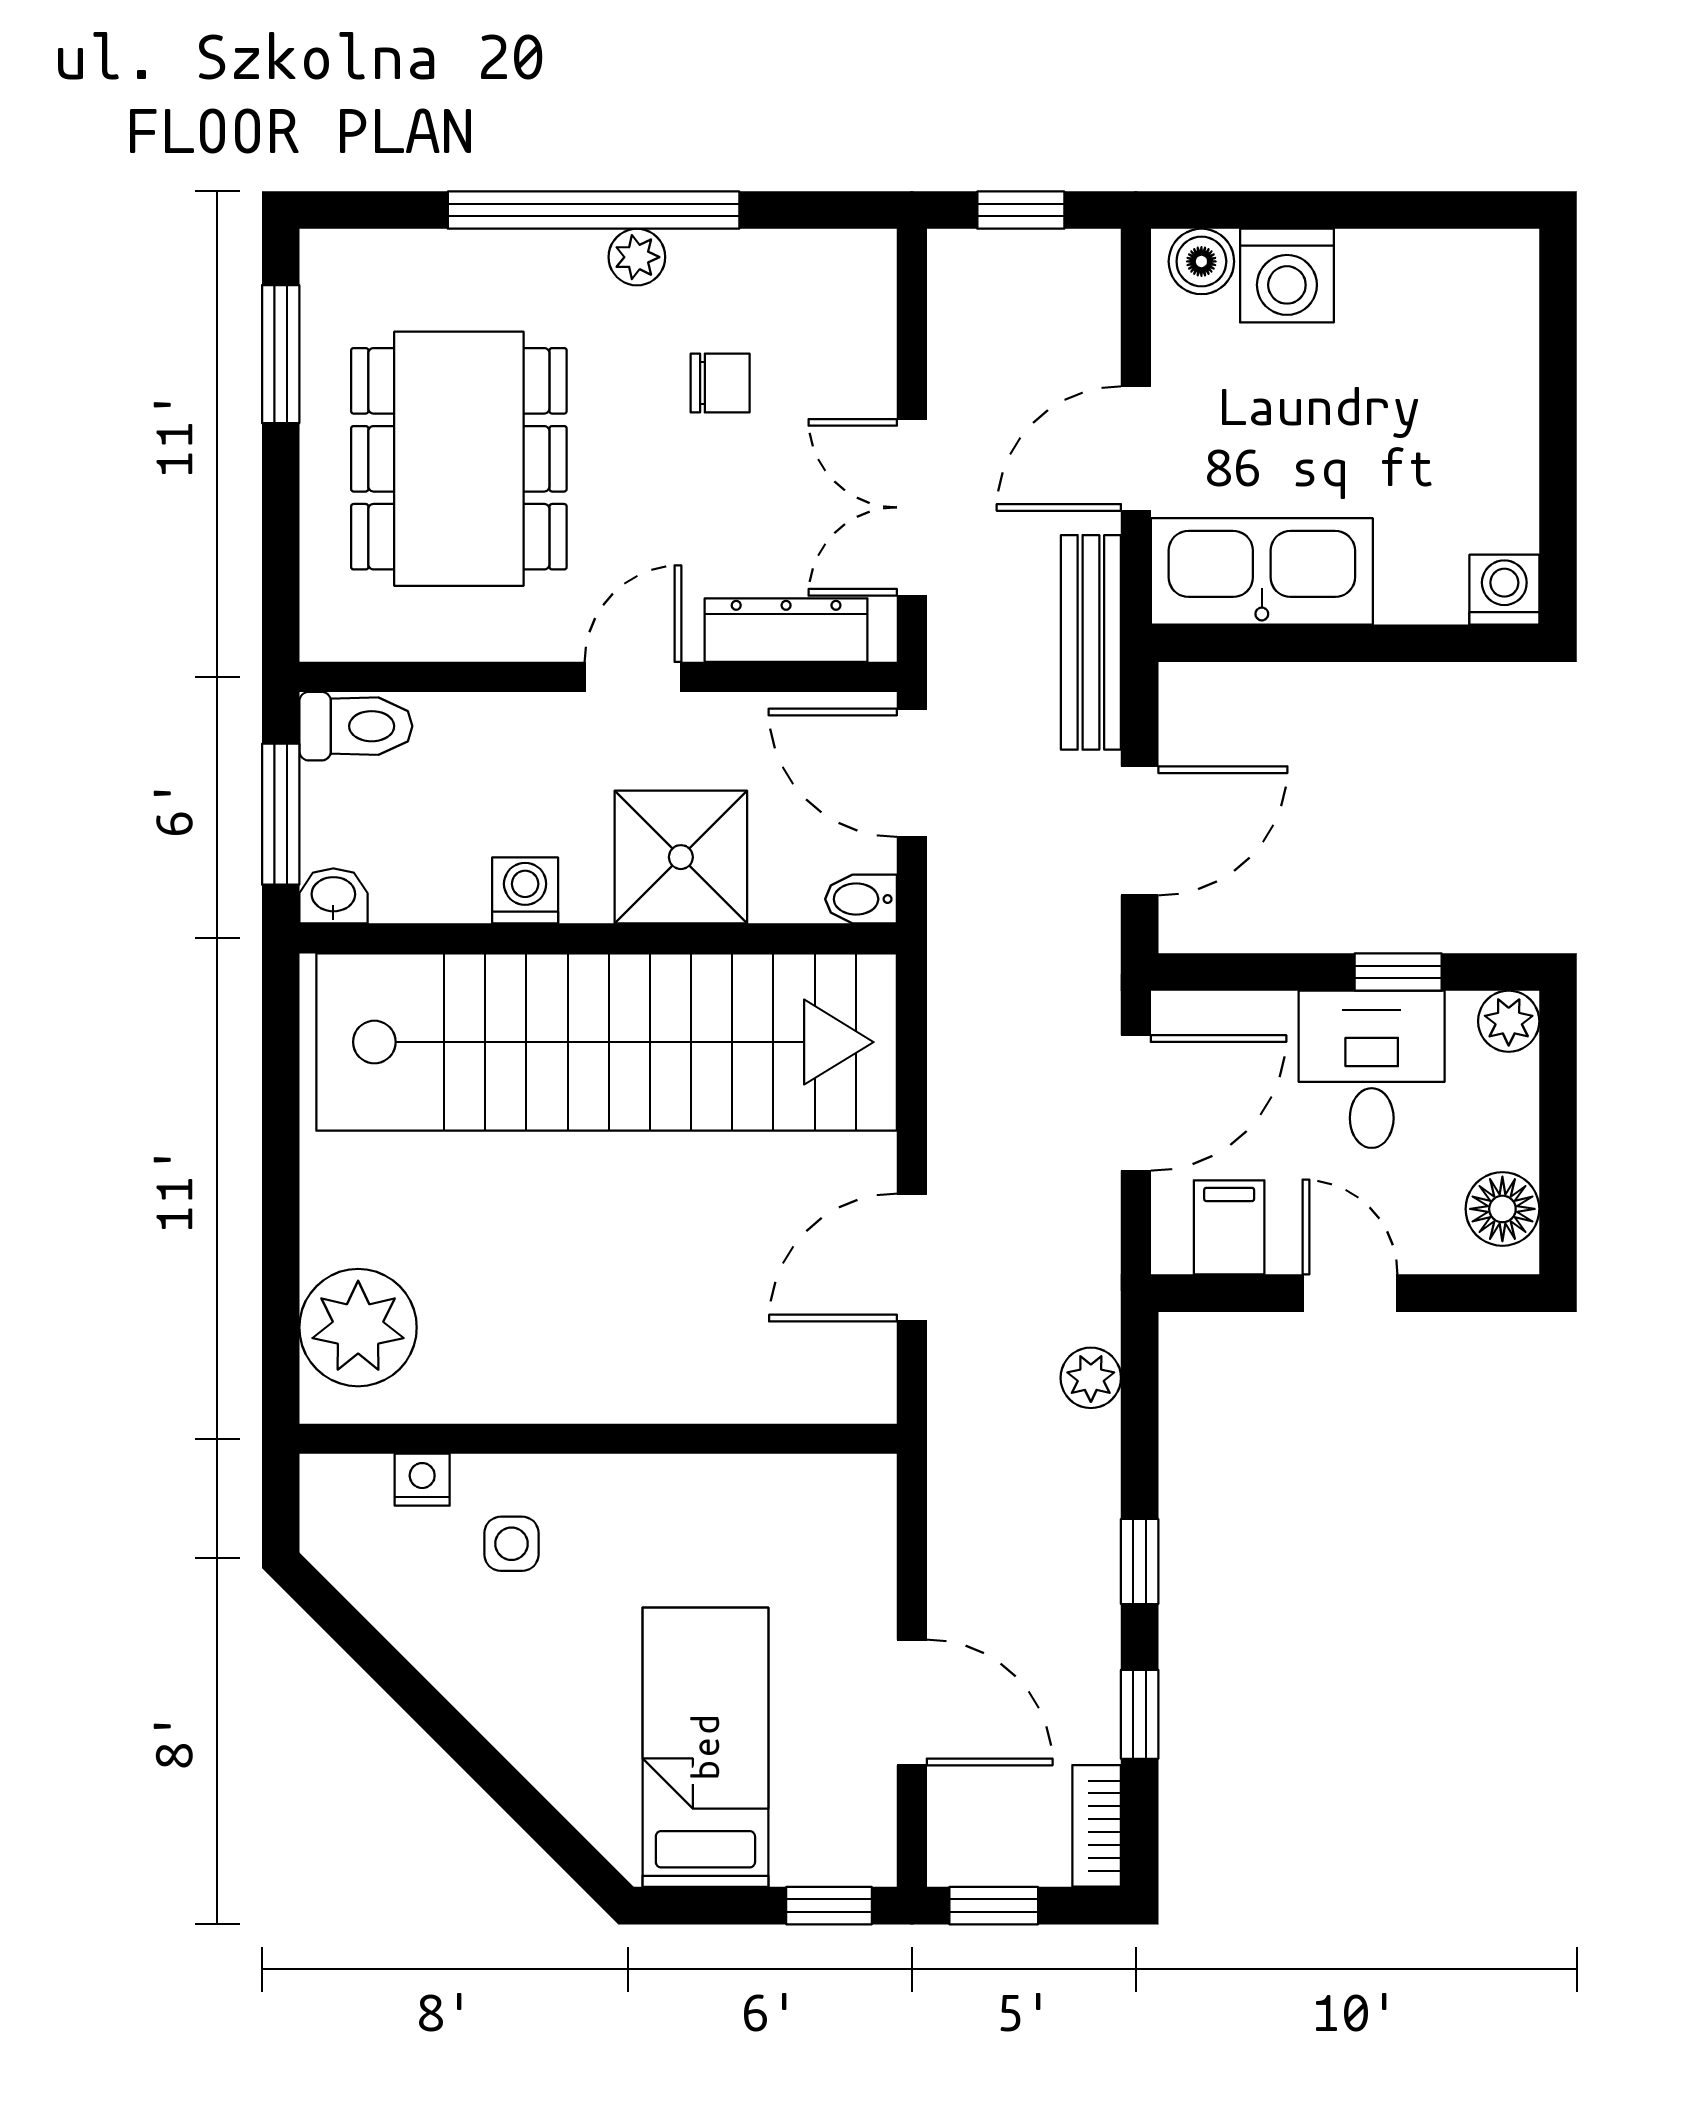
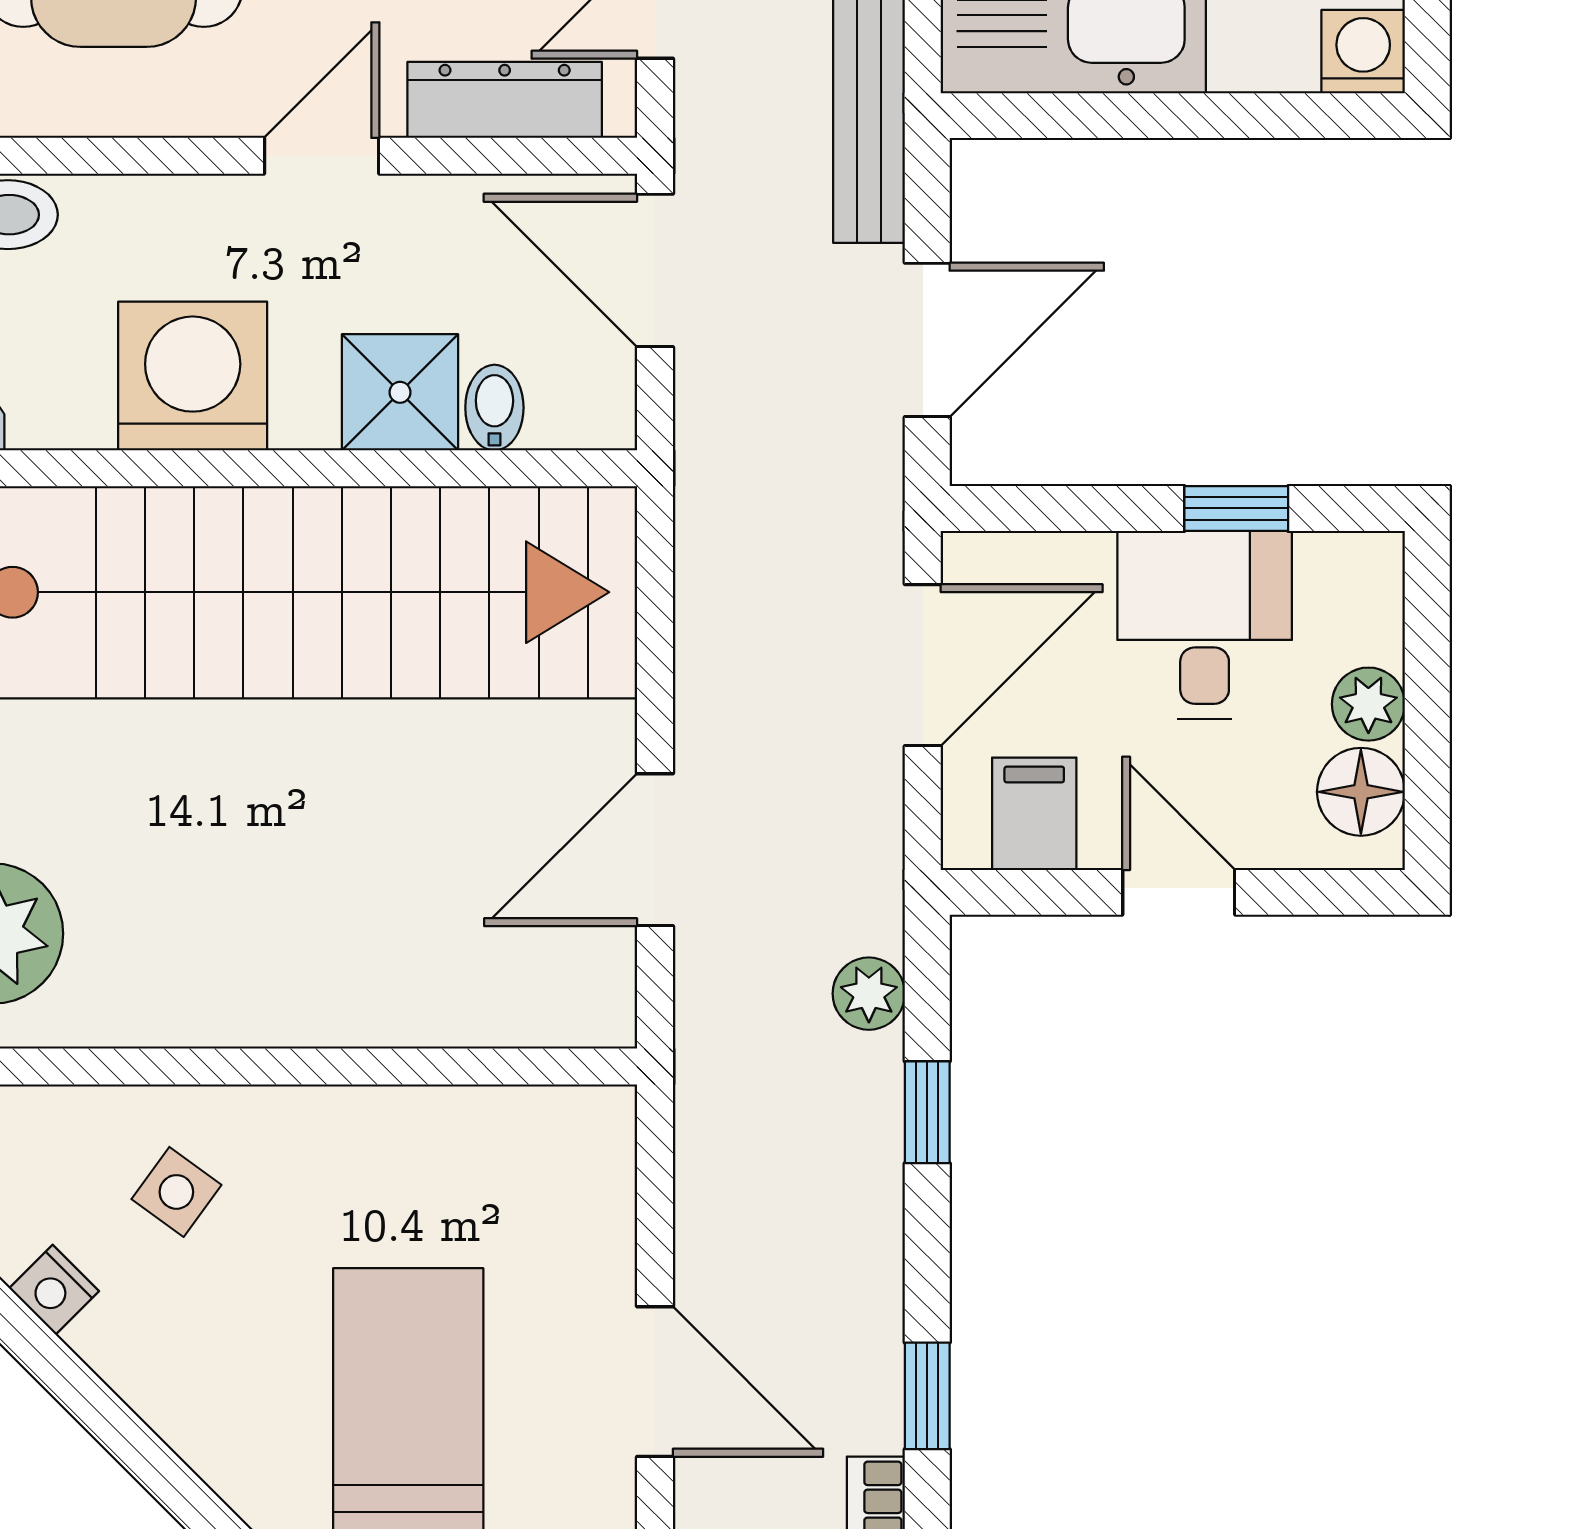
shower: (681, 857) -> (400, 392), width x0.73, depth x0.73
washing machine: (525, 890) -> (193, 376), width x1.89, depth x1.89
bidet: (861, 899) -> (494, 408), moved, turned 90
plant: (1509, 1021) -> (1368, 704), moved
nightstand: (422, 1480) -> (54, 1290), moved, turned -135
side table: (511, 1544) -> (176, 1192), turned 36
window: (1140, 1562) -> (927, 1112), moved

